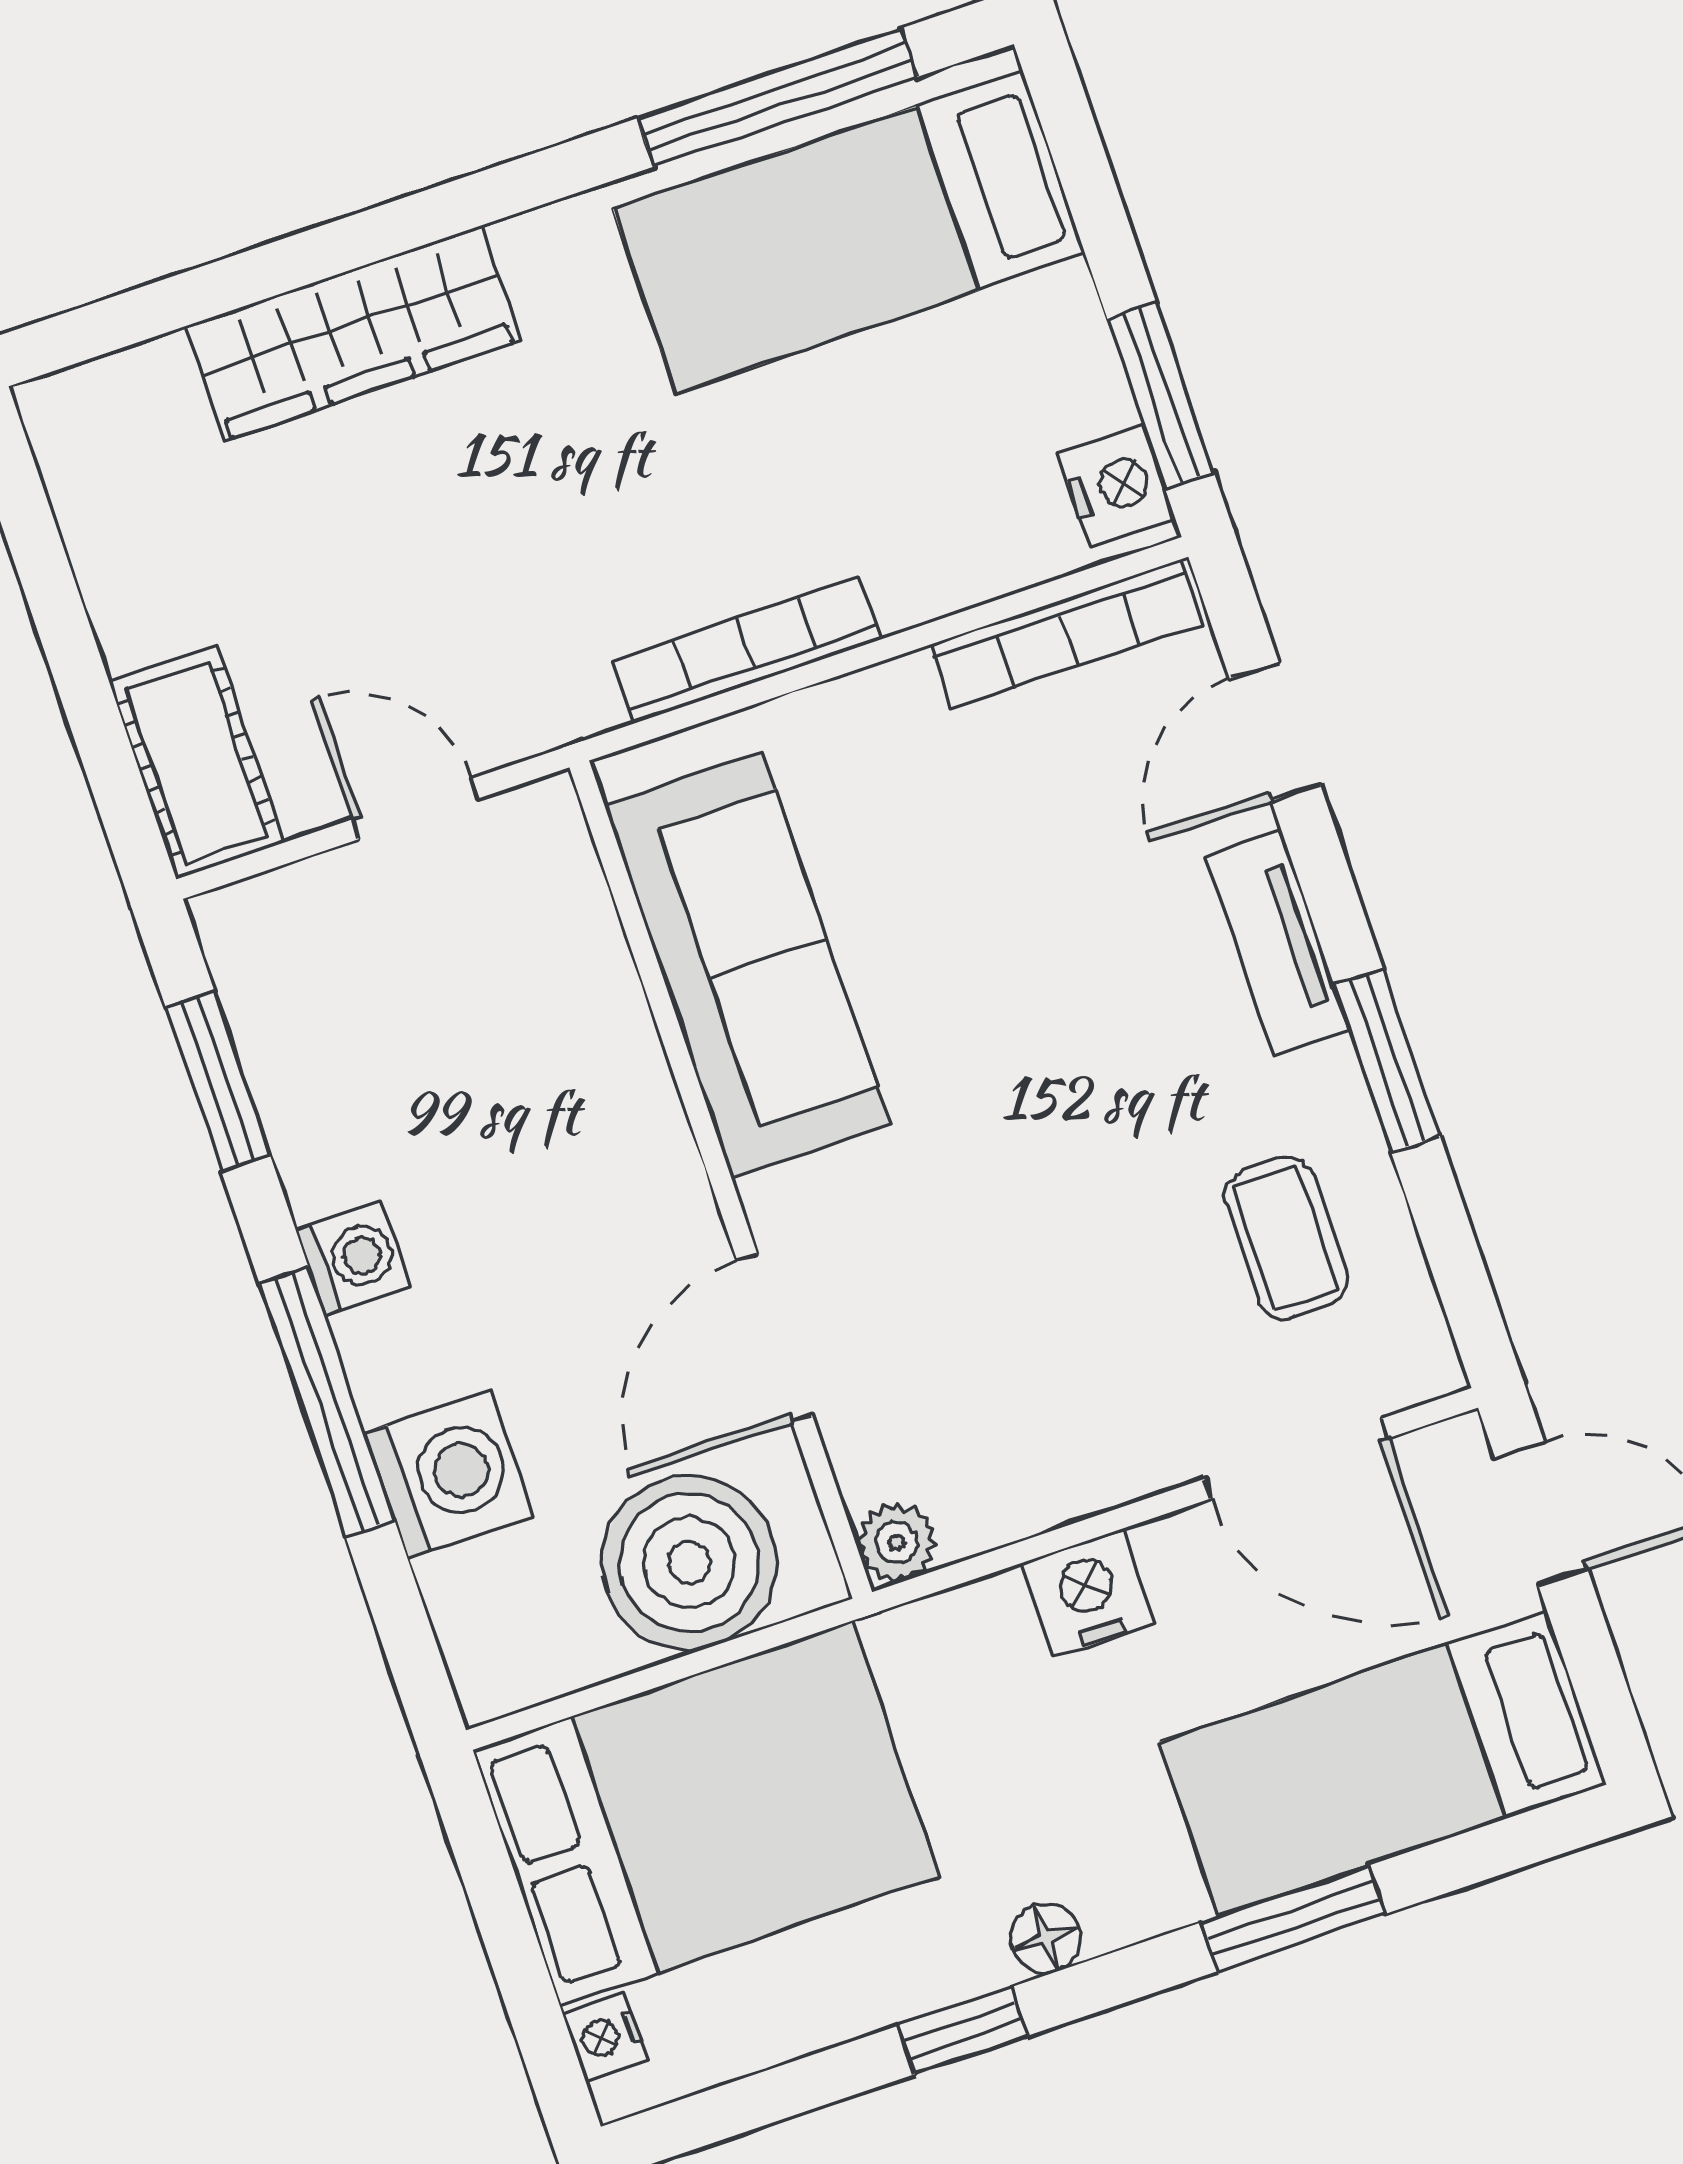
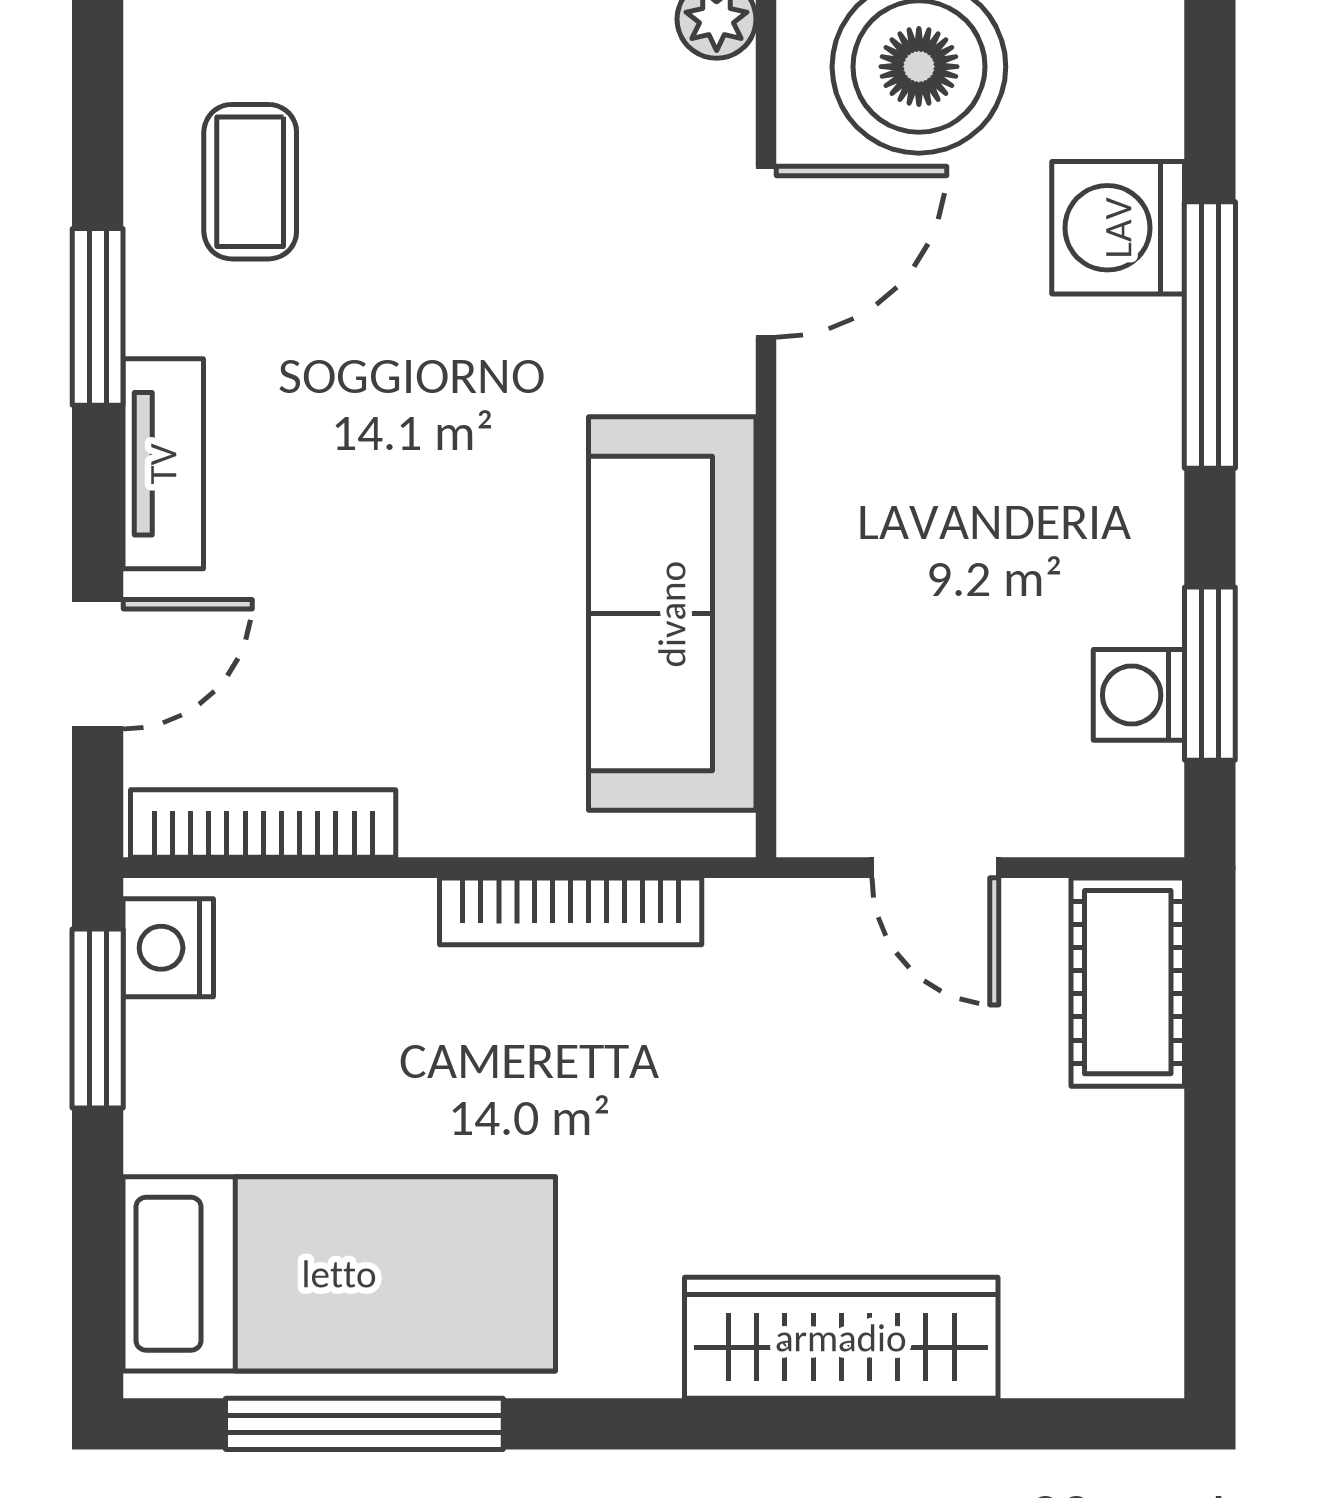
washing machine: (353, 1258) -> (1139, 695), moved

